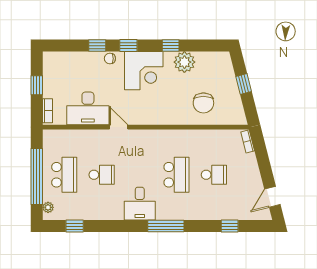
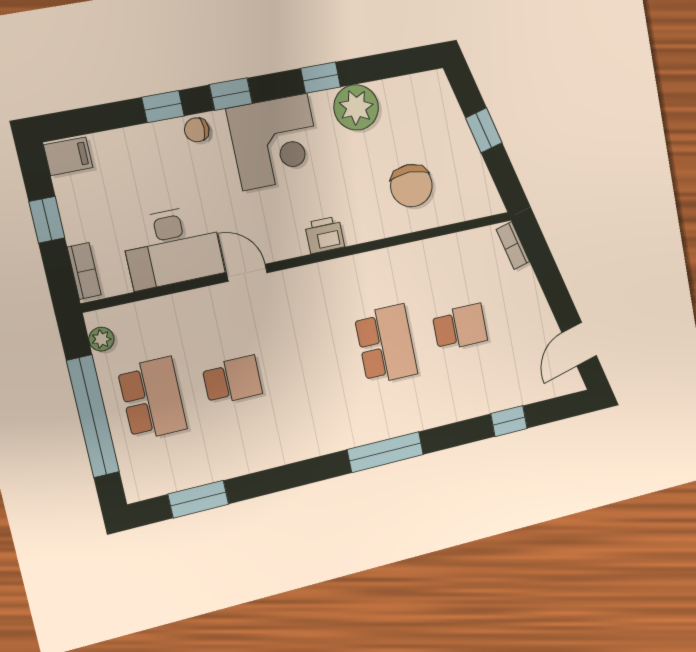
filing cabinet: (52, 59) -> (68, 156), added
printer: (158, 117) -> (325, 235), added
desk: (140, 204) -> (324, 420), removed
plant: (48, 207) -> (101, 339), moved
window: (75, 226) -> (198, 499), width x1.50

